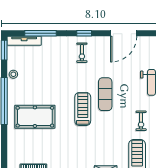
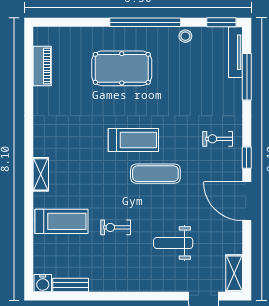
window: (84, 33) -> (247, 158), moved
pool table: (35, 117) -> (122, 68), turned 90

